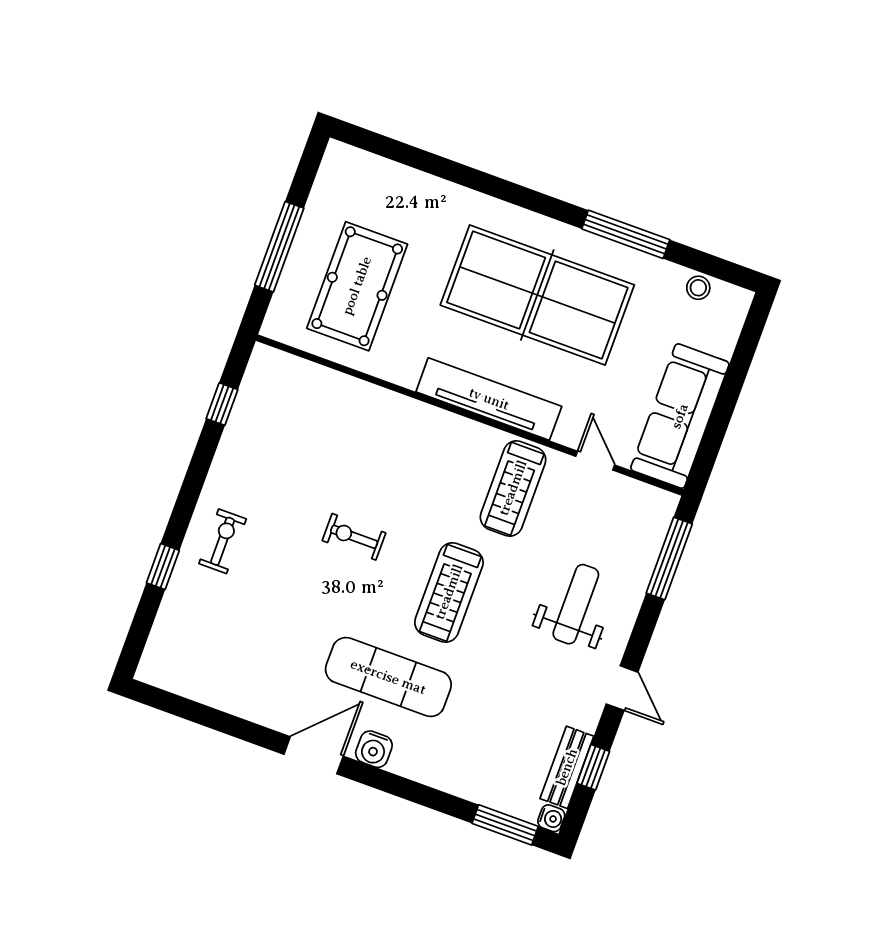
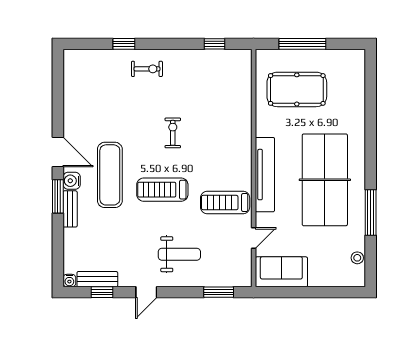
sofa: (680, 416) -> (281, 272), width x0.73
window: (669, 558) -> (219, 292), width x0.69
bench: (423, 770) -> (70, 209), added
window: (505, 825) -> (58, 196), moved

